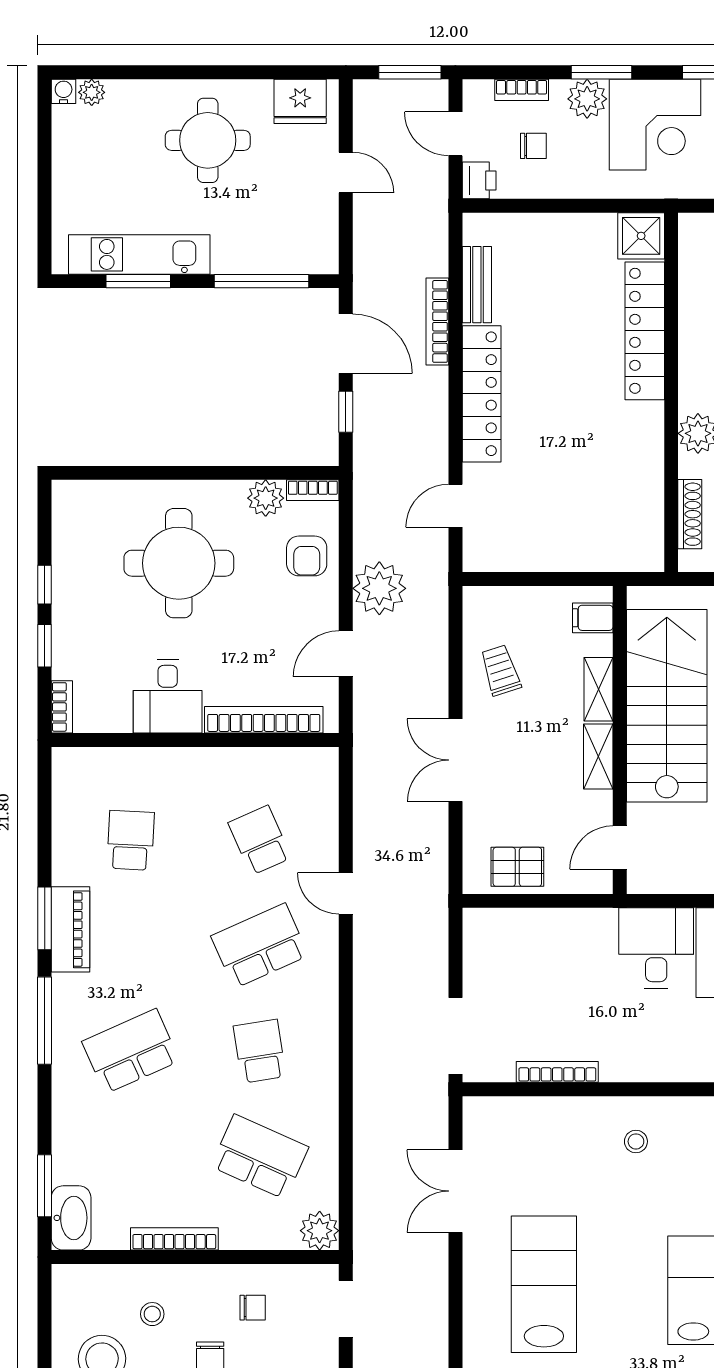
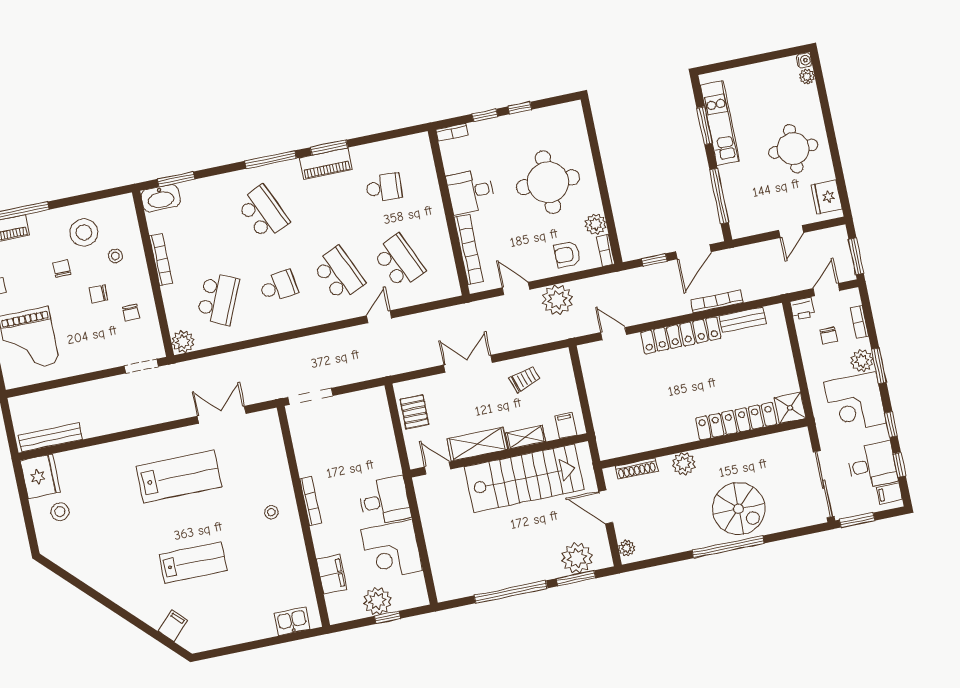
shelving: (598, 757) -> (477, 444), width x1.50, depth x1.33
school desk: (260, 840) -> (399, 261), width x1.85
bookcase: (557, 1072) -> (311, 501), moved

